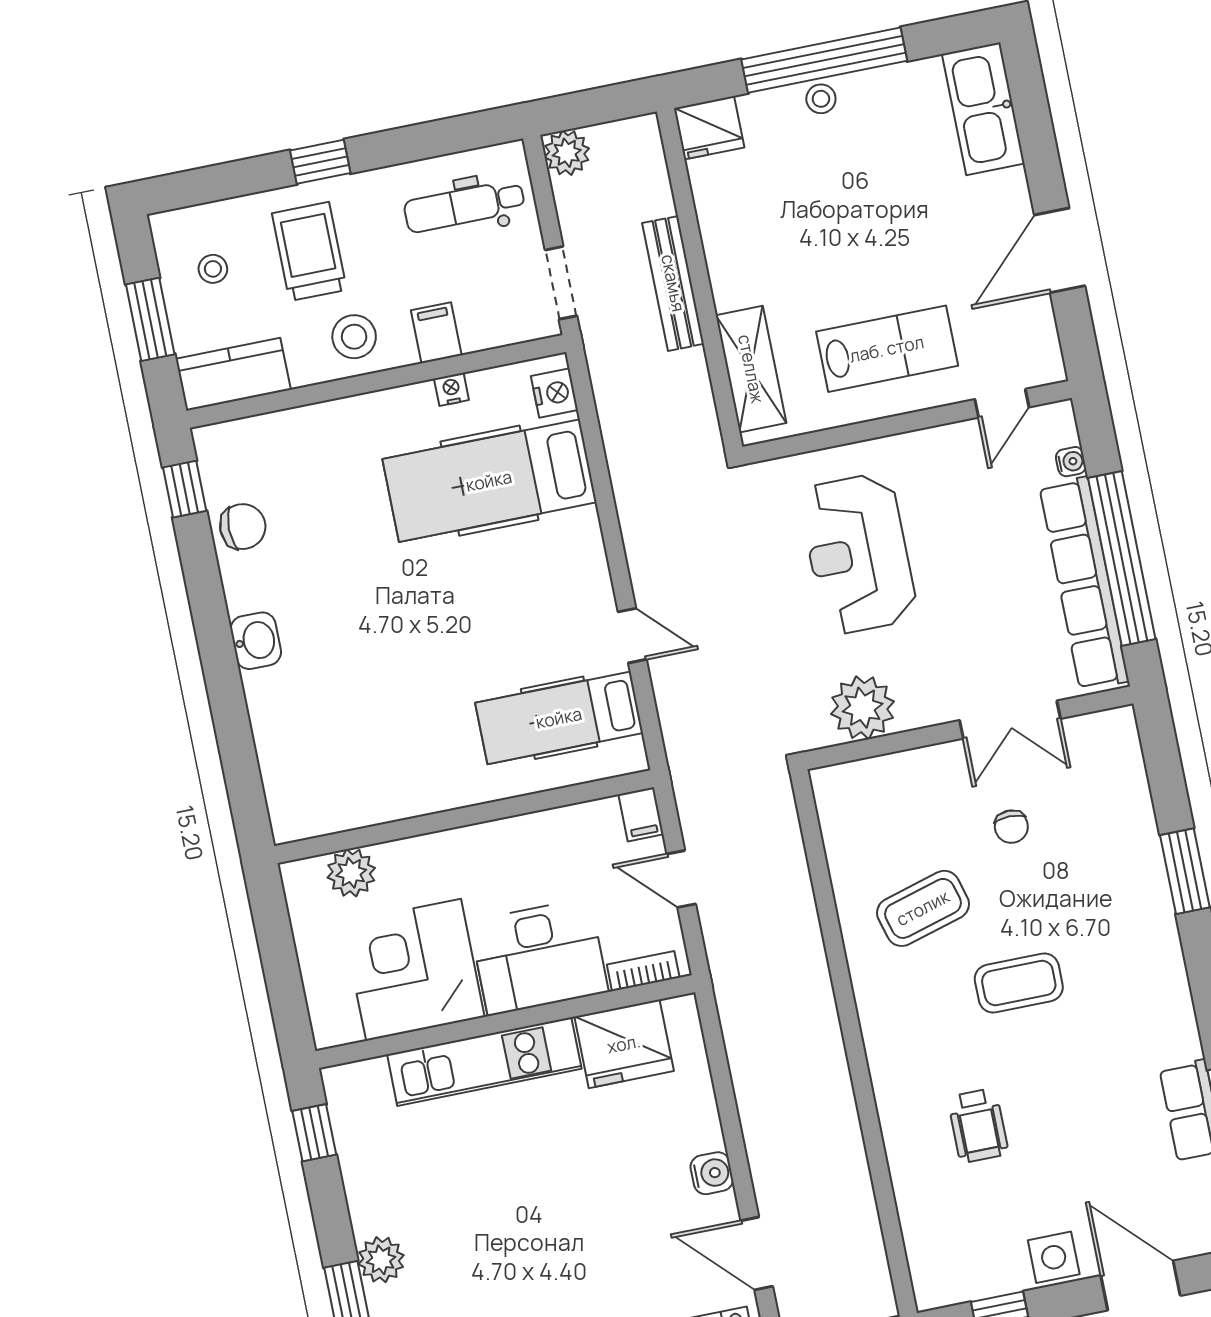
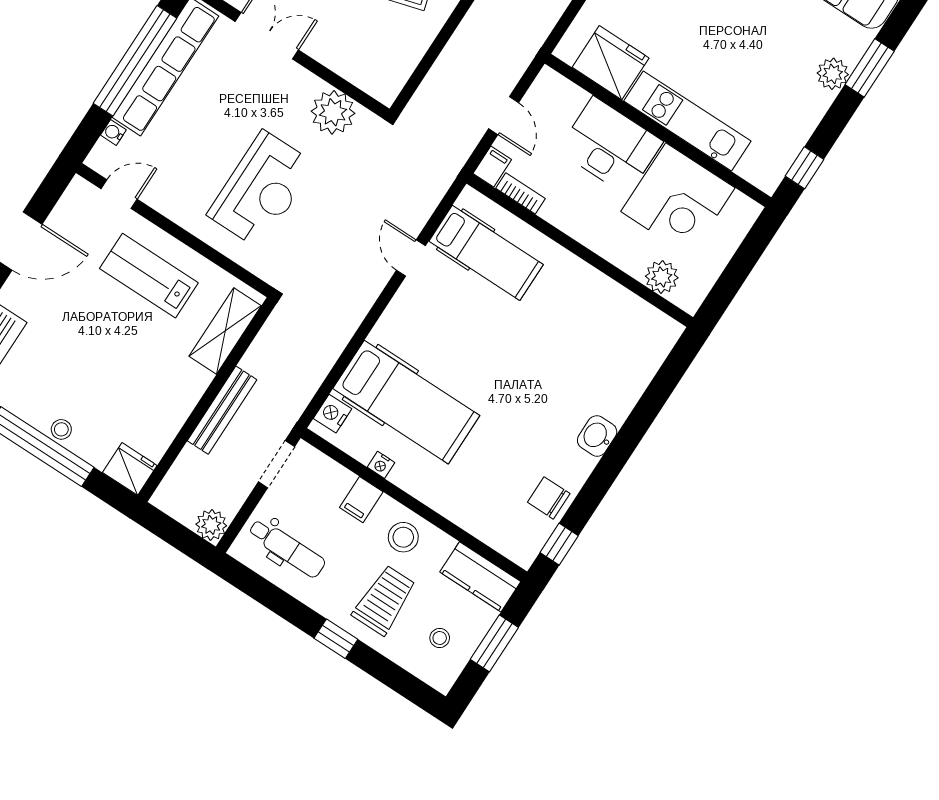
trolley: (309, 251) -> (384, 600), turned 180
bookcase: (643, 971) -> (520, 193), moved, turned 180

